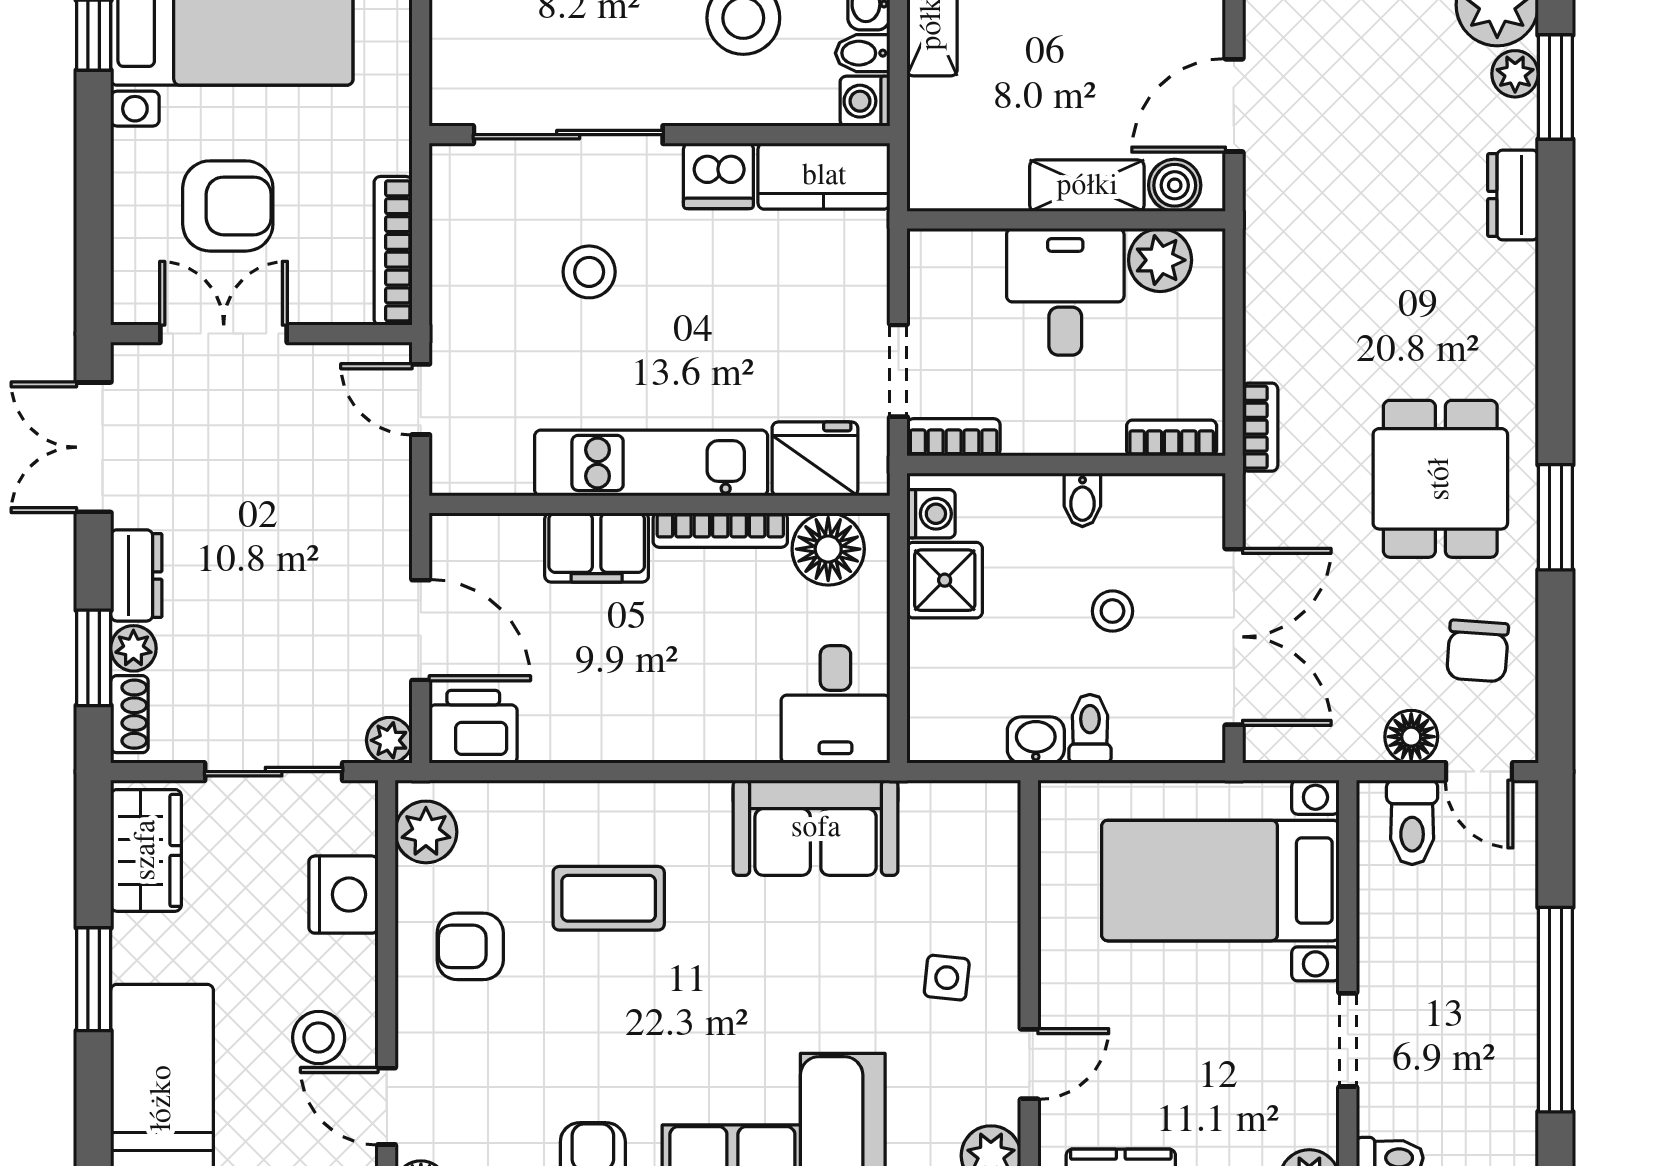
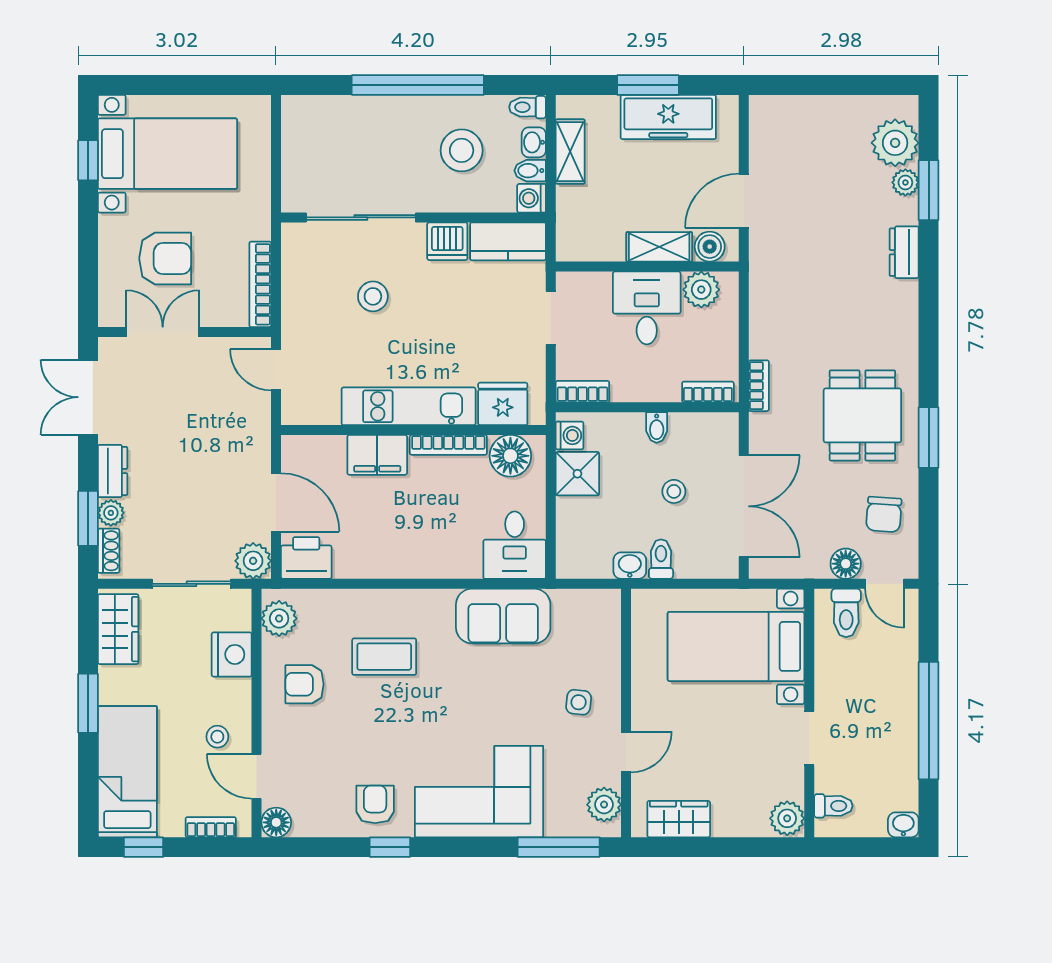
doorway: (898, 371) -> (551, 318), moved
plant: (389, 740) -> (253, 561), width x1.38, depth x1.38
stool: (319, 1037) -> (217, 737), width x0.73, depth x0.73

